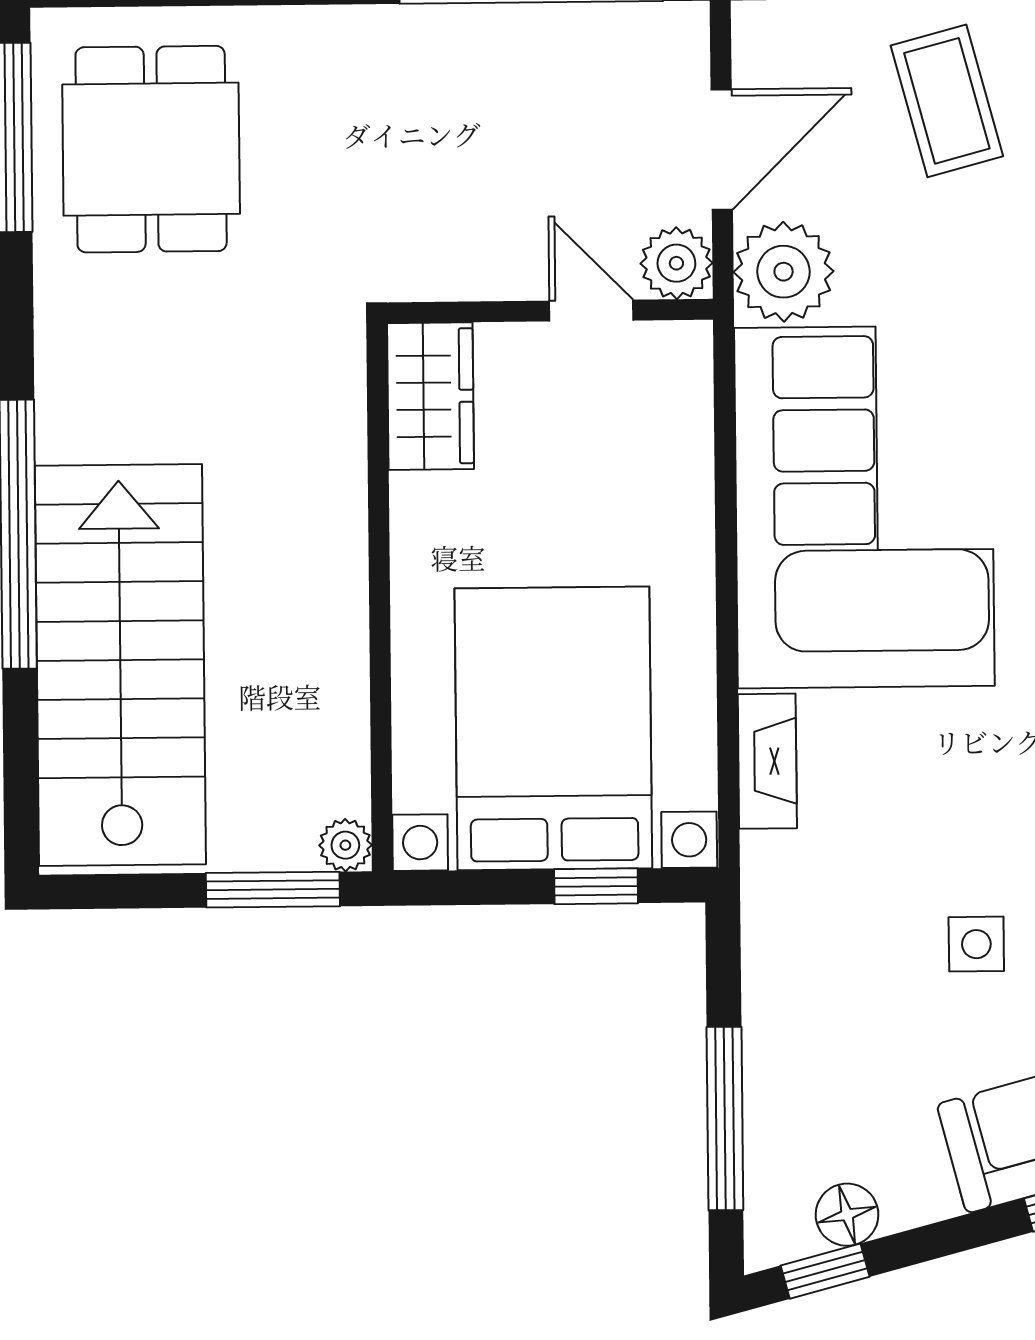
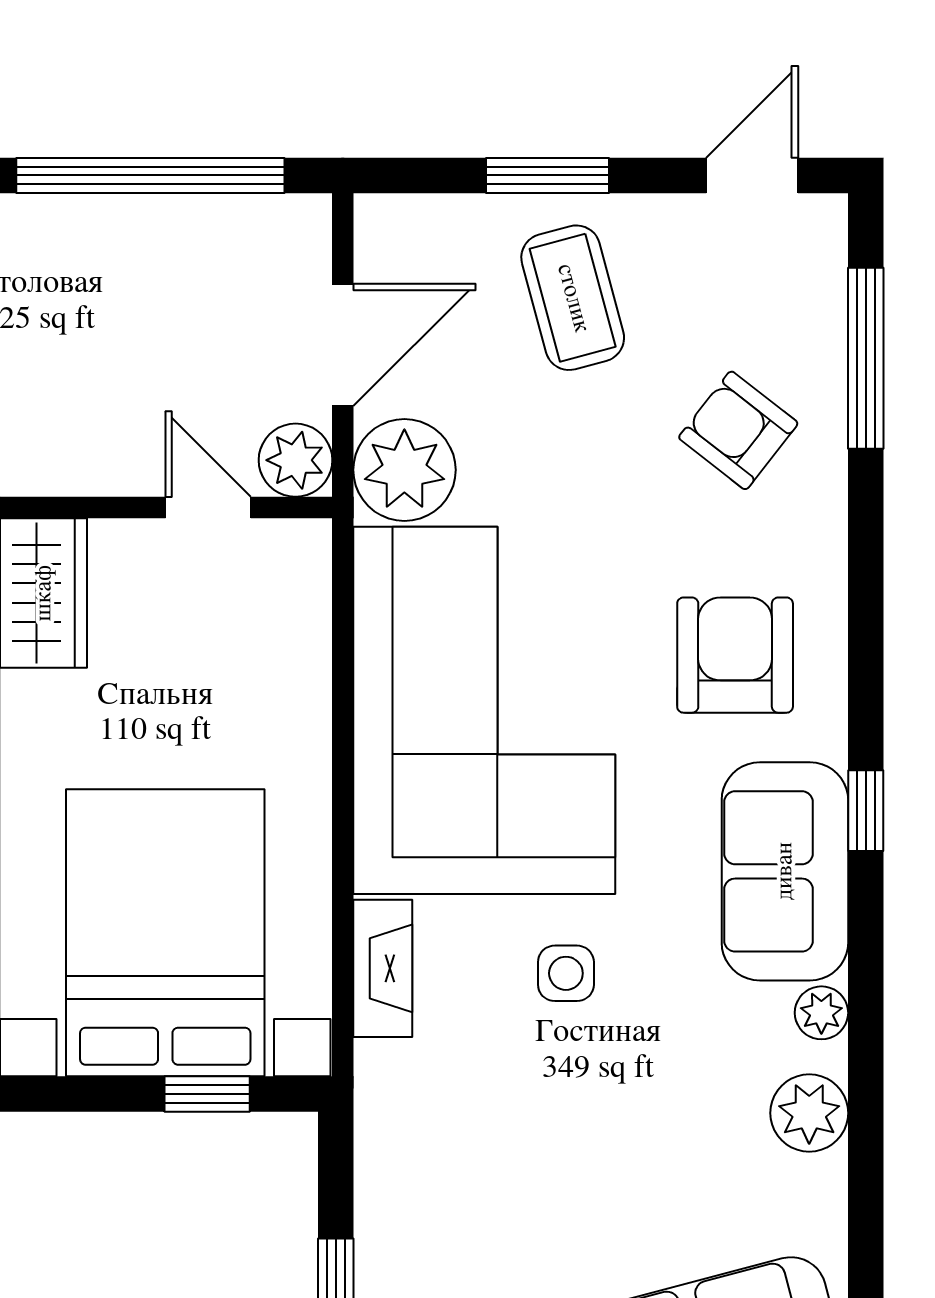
side table: (976, 944) -> (566, 973), moved

